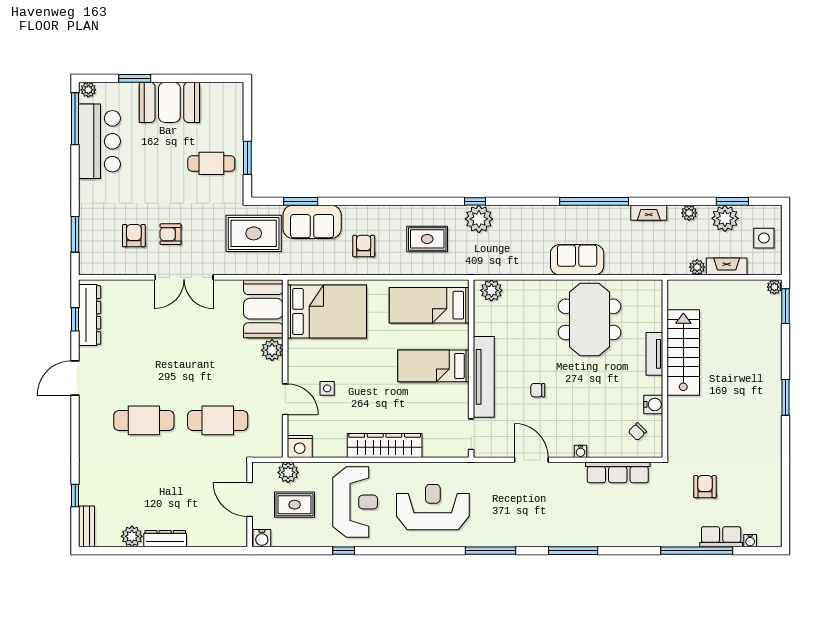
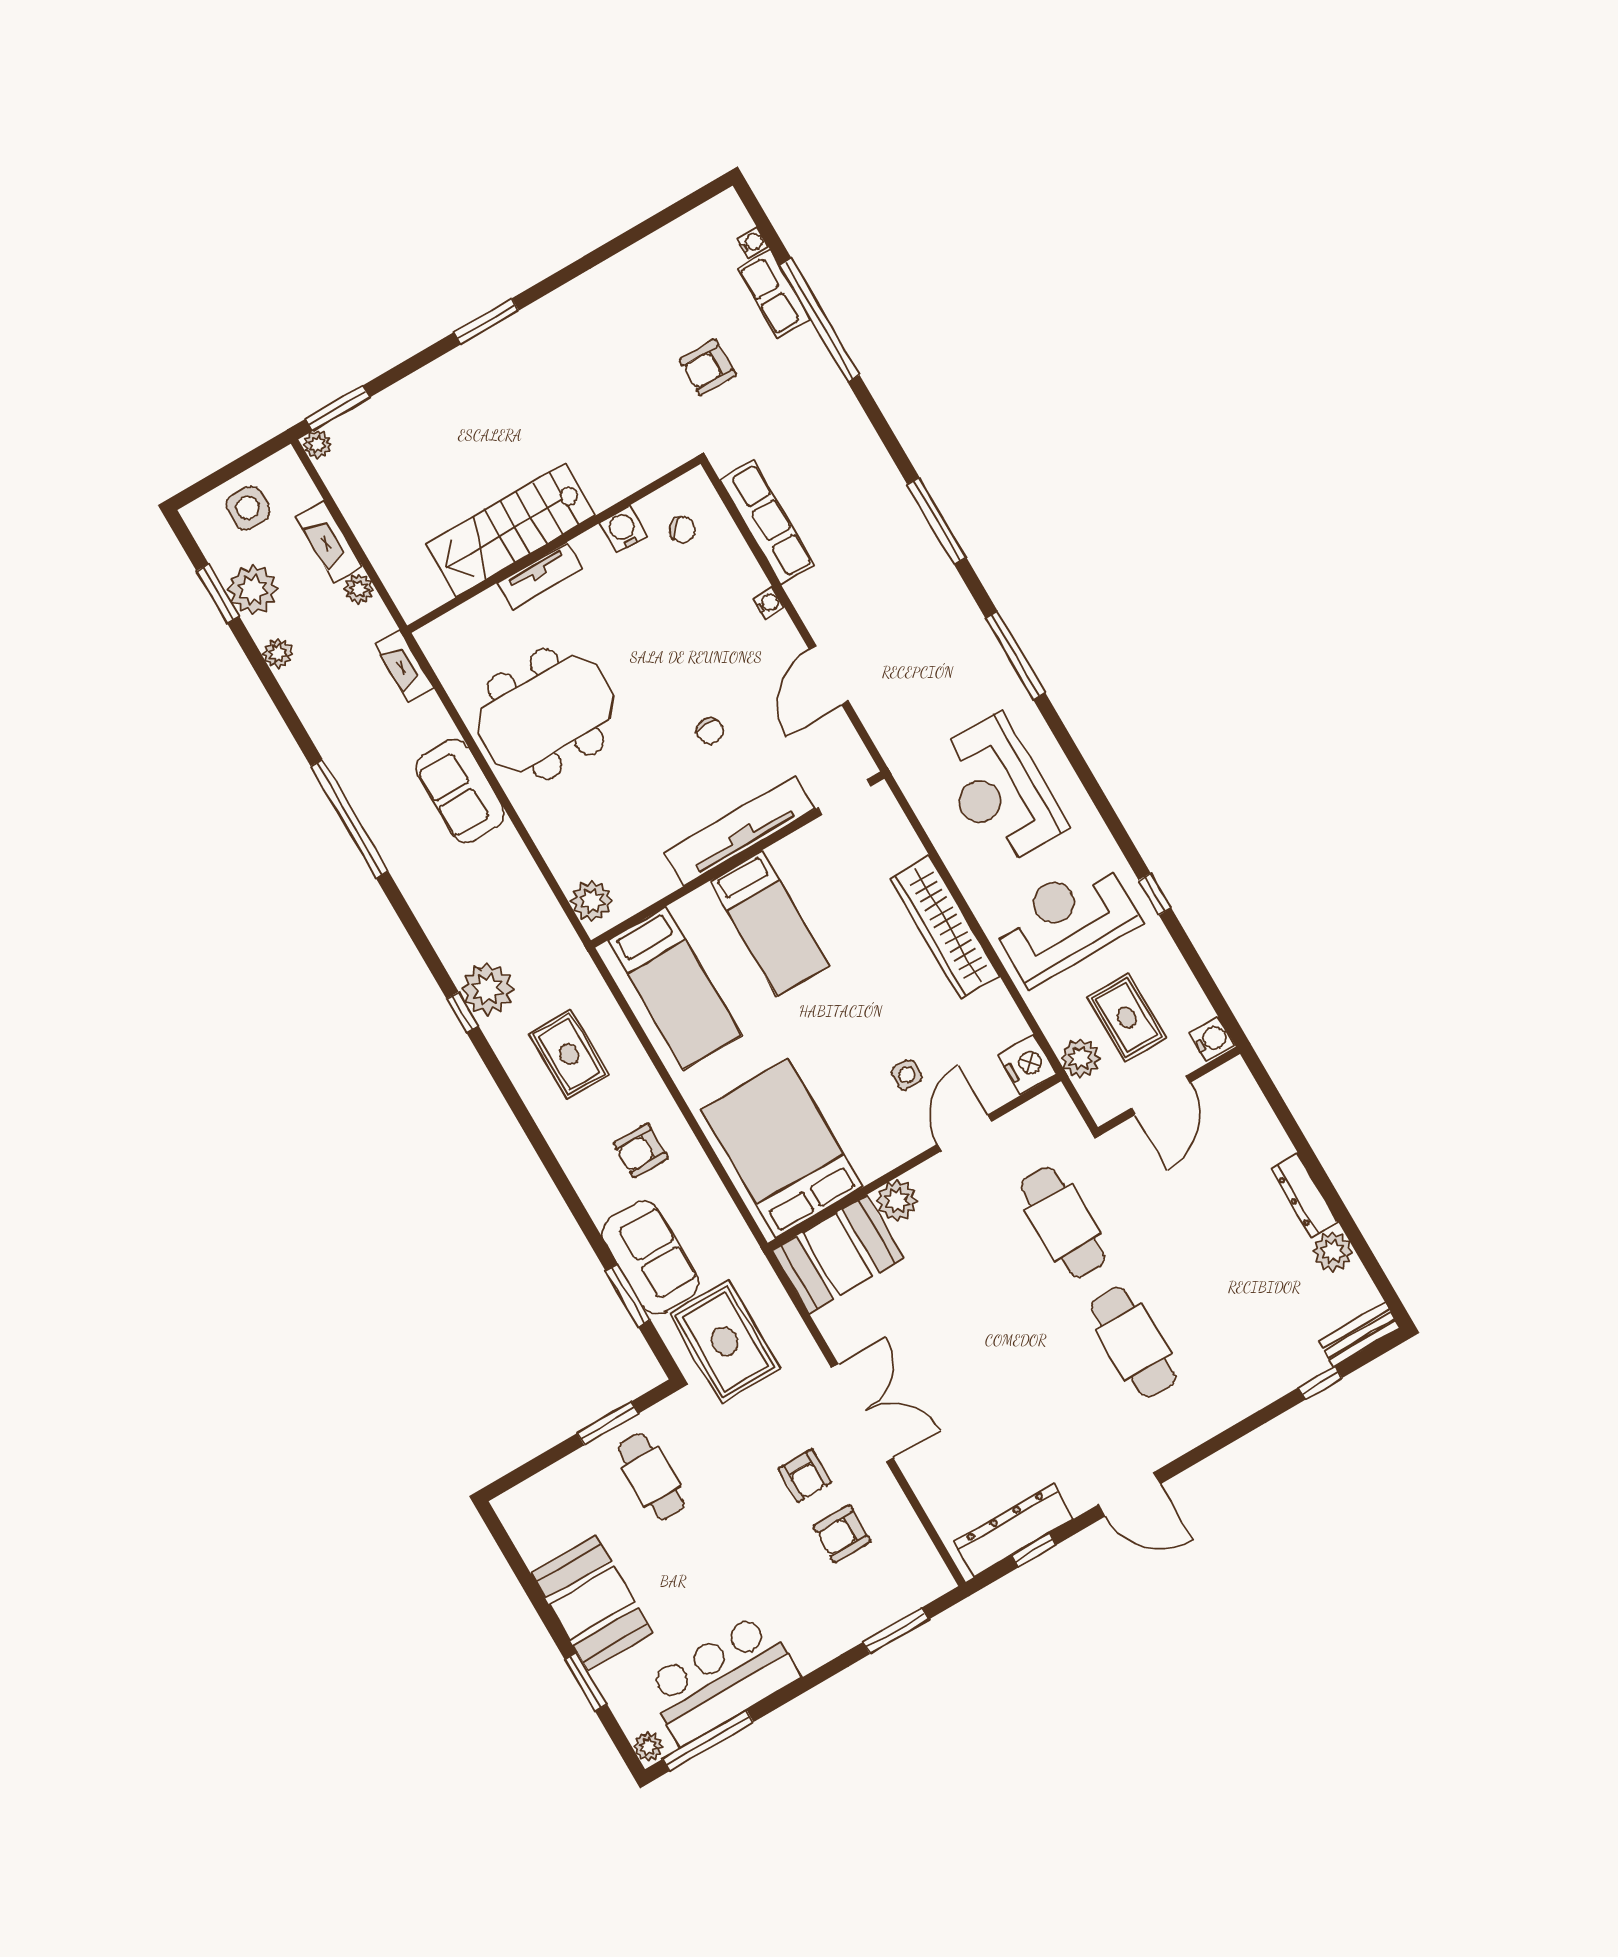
fireplace: (649, 213) -> (404, 666), moved, turned 180

